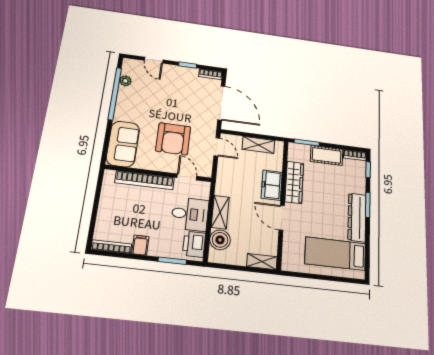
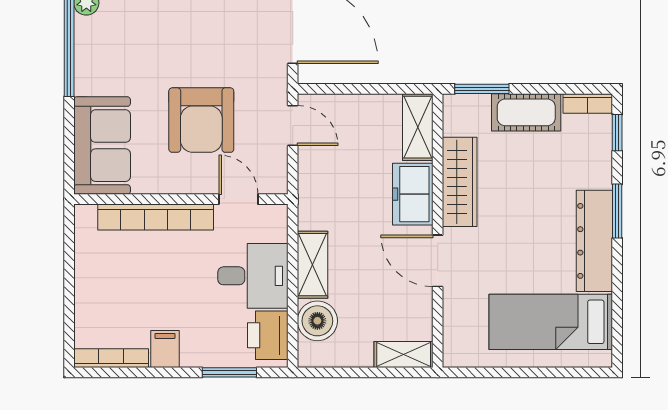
shelving: (258, 145) -> (418, 127), moved, turned 90

